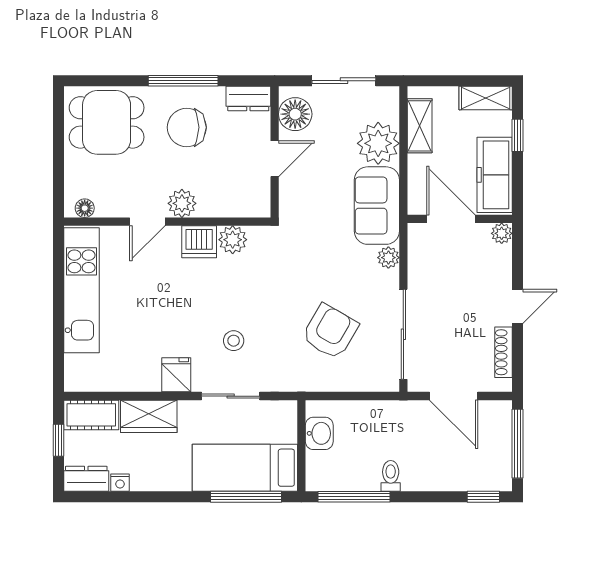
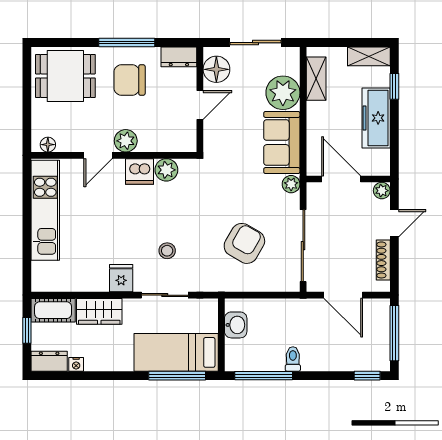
door: (451, 219) -> (341, 179), moved
wall: (460, 219) -> (348, 179), moved
plant: (502, 233) -> (382, 191), moved

